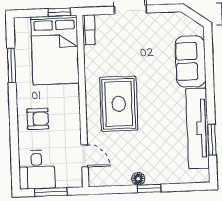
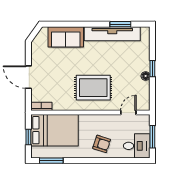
window: (59, 12) -> (28, 137), moved
window: (11, 65) -> (51, 161), moved
armchair: (38, 119) -> (102, 144), turned 108

